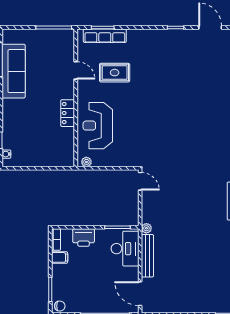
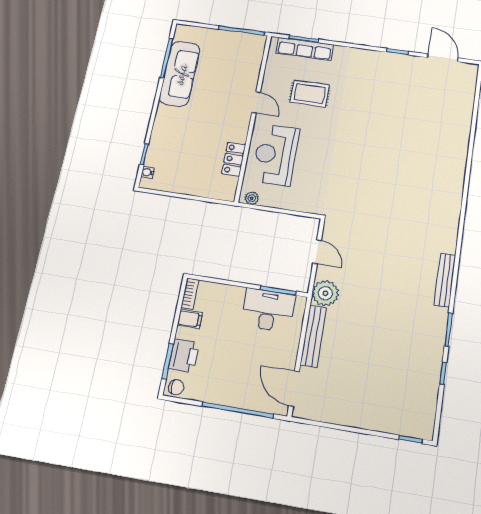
door: (76, 70) -> (256, 102), moved
locker: (68, 113) -> (234, 159), moved
door: (140, 181) -> (317, 252), moved
plant: (146, 228) -> (325, 293), width x1.88, depth x1.88
printer: (84, 237) -> (184, 355), moved, turned -90
desk: (125, 249) -> (268, 310), moved, turned -90

